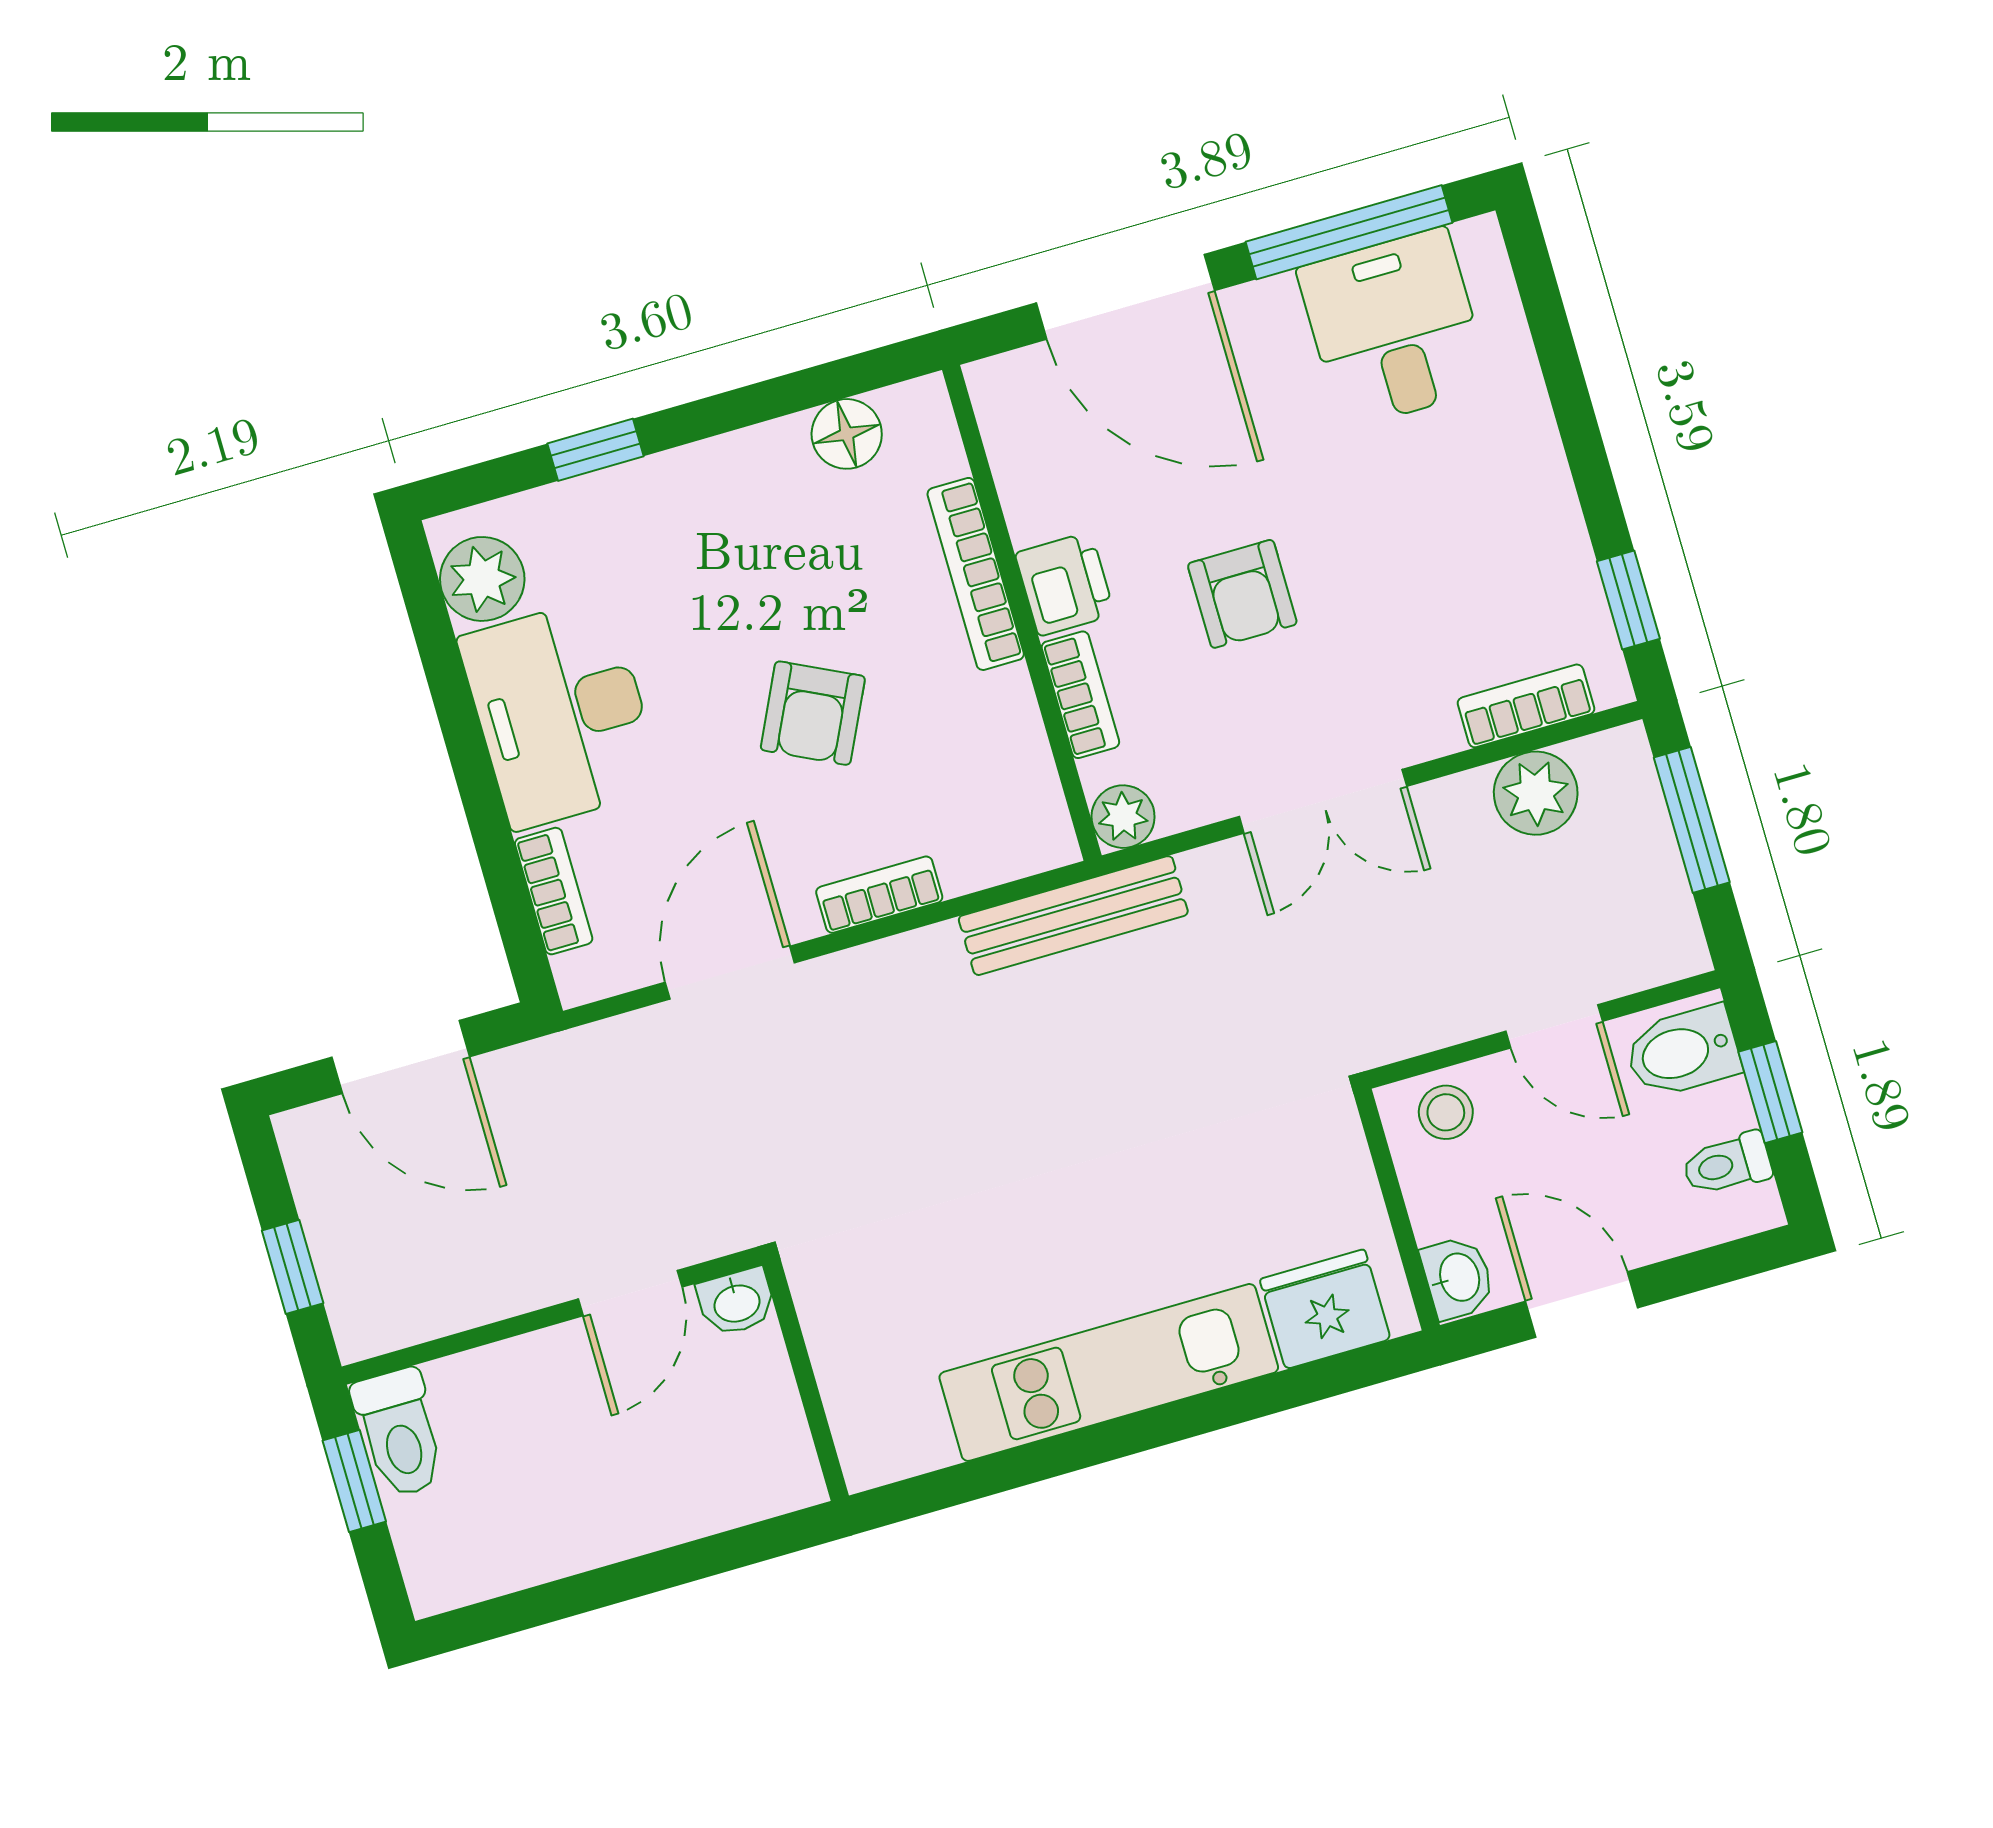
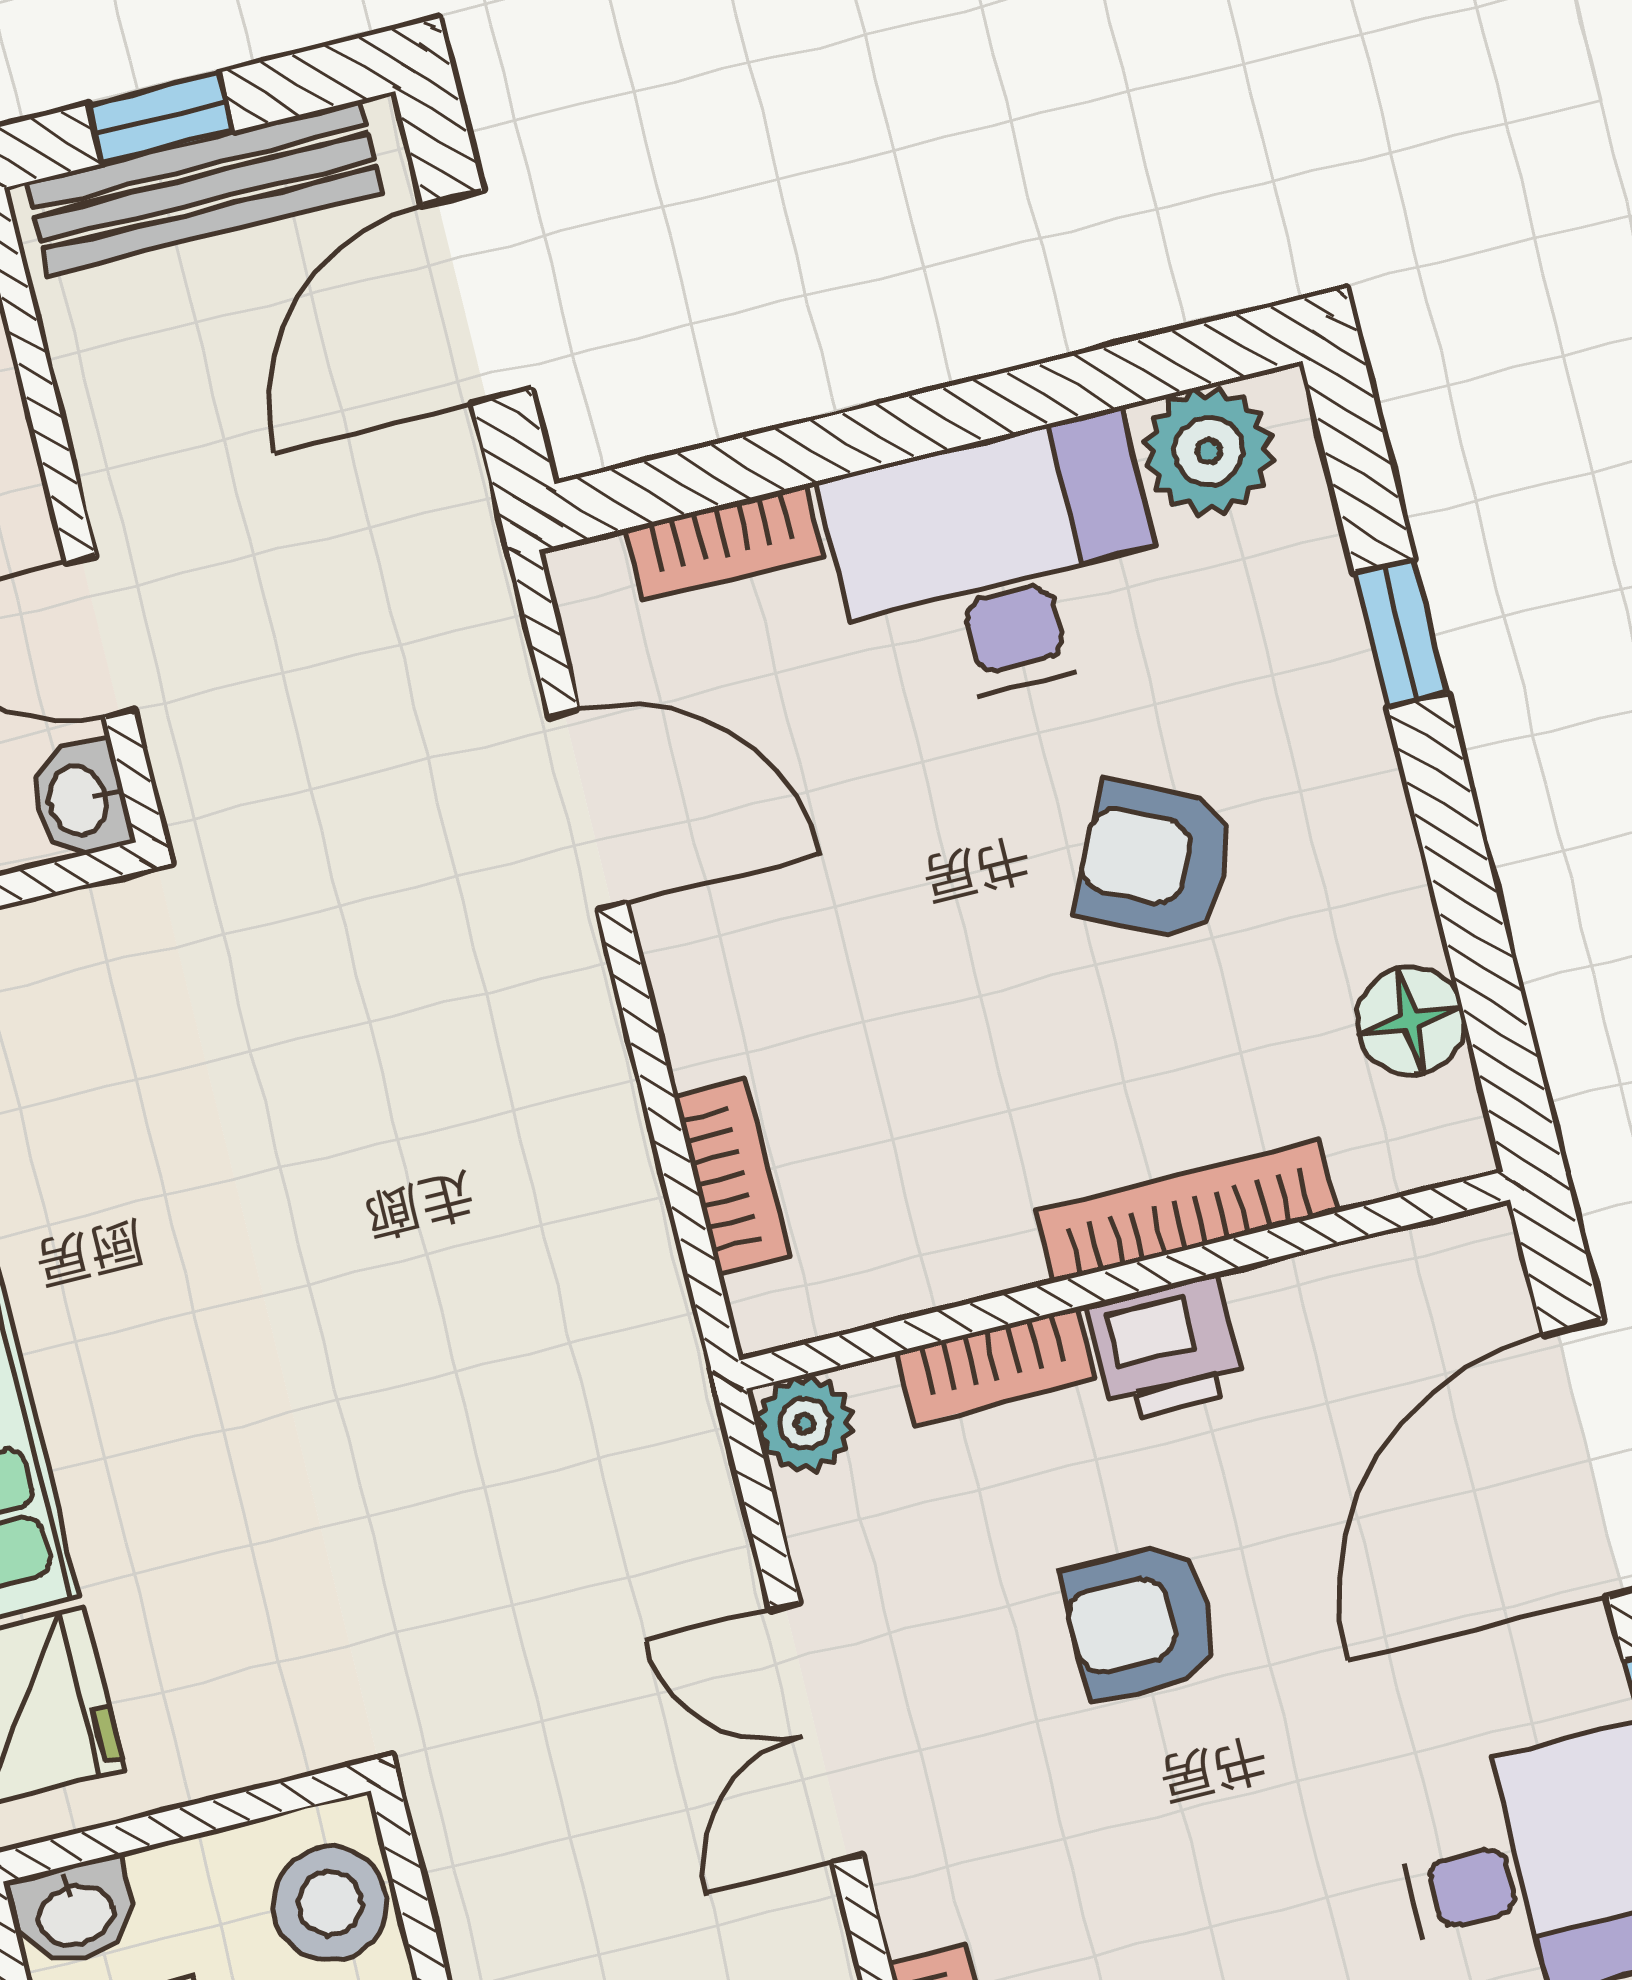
armchair: (813, 713) -> (1156, 860), moved
bookcase: (879, 895) -> (732, 1176), moved
bench: (1073, 916) -> (204, 188), moved, turned 90
stool: (1446, 1112) -> (330, 1904), width x1.37, depth x1.37

